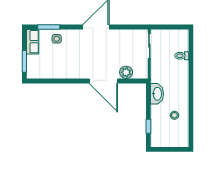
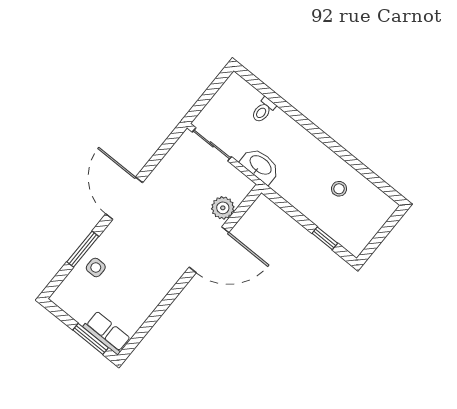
window: (49, 27) -> (83, 249), moved
row of seats: (33, 42) -> (107, 333), moved
washbasin: (157, 94) -> (260, 165), moved

